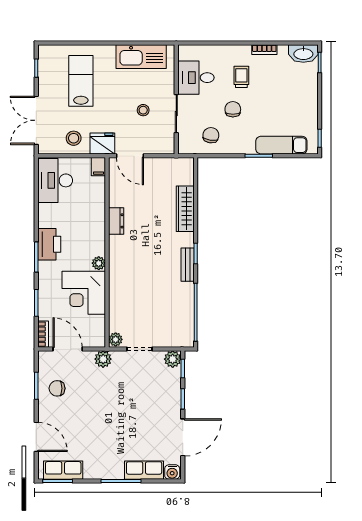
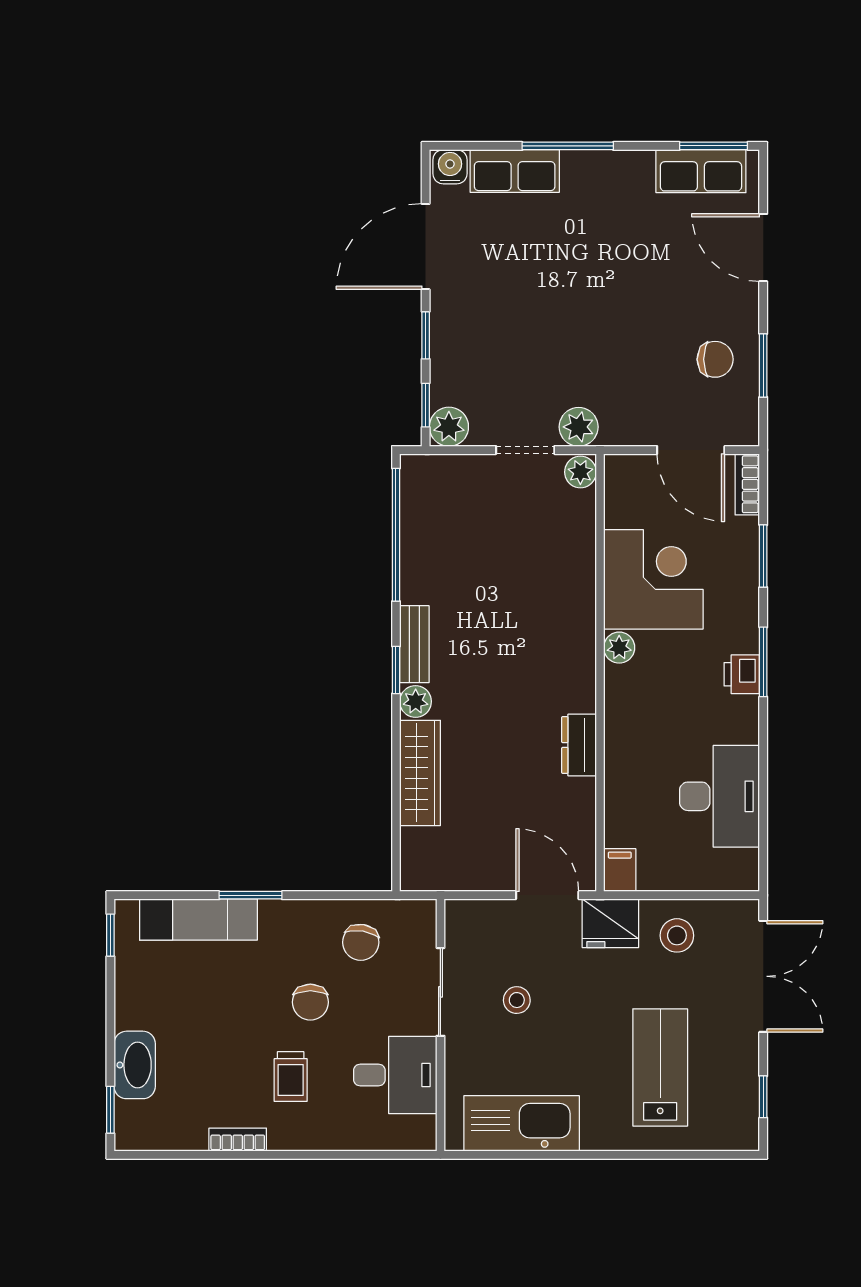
washbasin: (303, 54) -> (135, 1065), moved, turned 90
lab bench: (81, 81) -> (660, 1067), turned 180
desk: (55, 180) -> (720, 796), moved
plant: (187, 240) -> (416, 701), added
printer: (49, 244) -> (742, 674), width x0.53, depth x0.68
plant: (103, 359) -> (579, 427), moved

